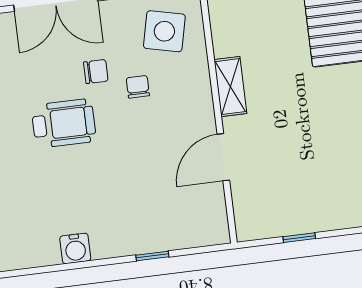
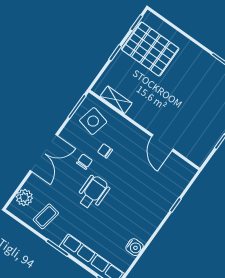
shelving: (230, 87) -> (116, 100), moved
water cooler: (75, 248) -> (135, 247), moved

